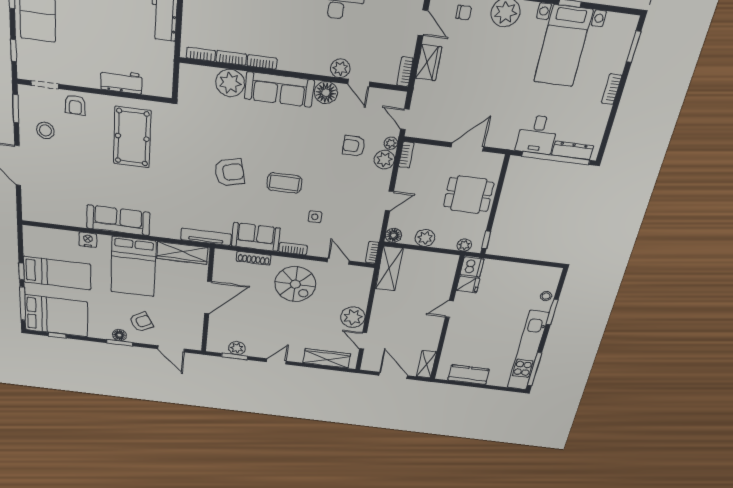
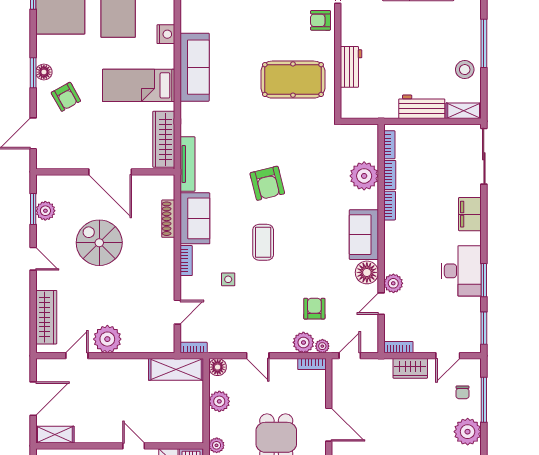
sofa: (279, 89) -> (364, 235), width x0.73
bed: (133, 267) -> (139, 85), width x0.67
spiral stairs: (295, 284) -> (99, 243), moved, turned 90

